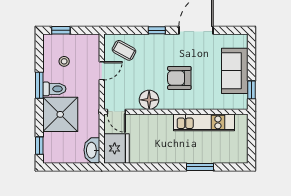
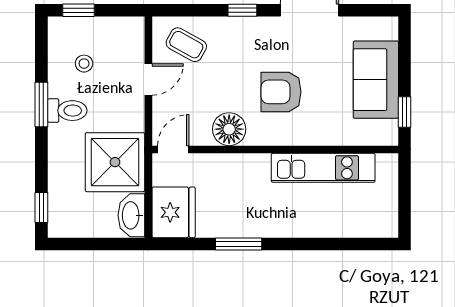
door: (116, 112) -> (173, 149), swing flipped
shower: (60, 114) -> (115, 162), moved
window: (200, 167) -> (239, 244), moved

